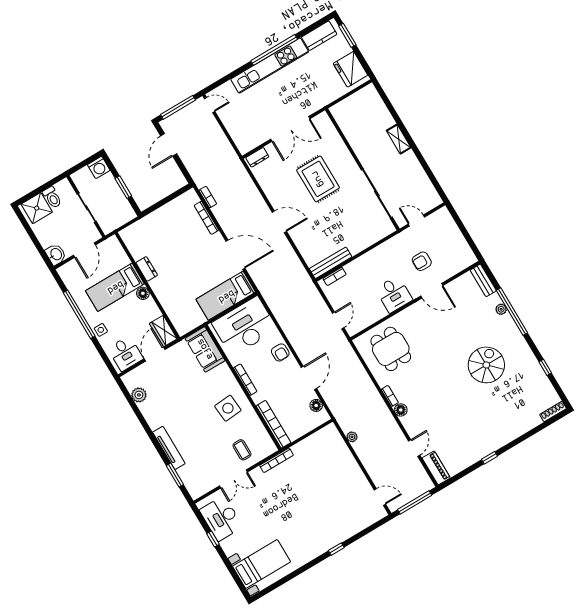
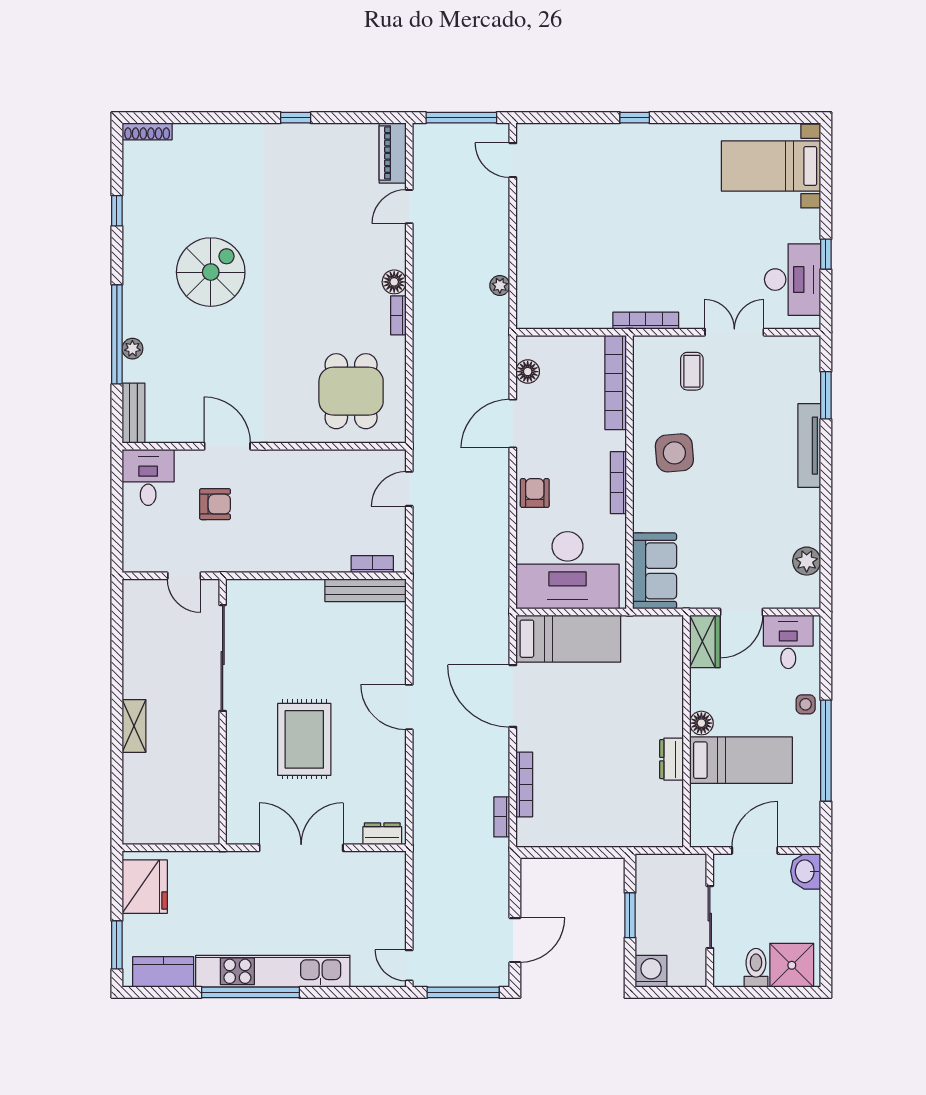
desk: (394, 294) -> (148, 477), moved
spiral stairs: (486, 365) -> (211, 272), turned 180

